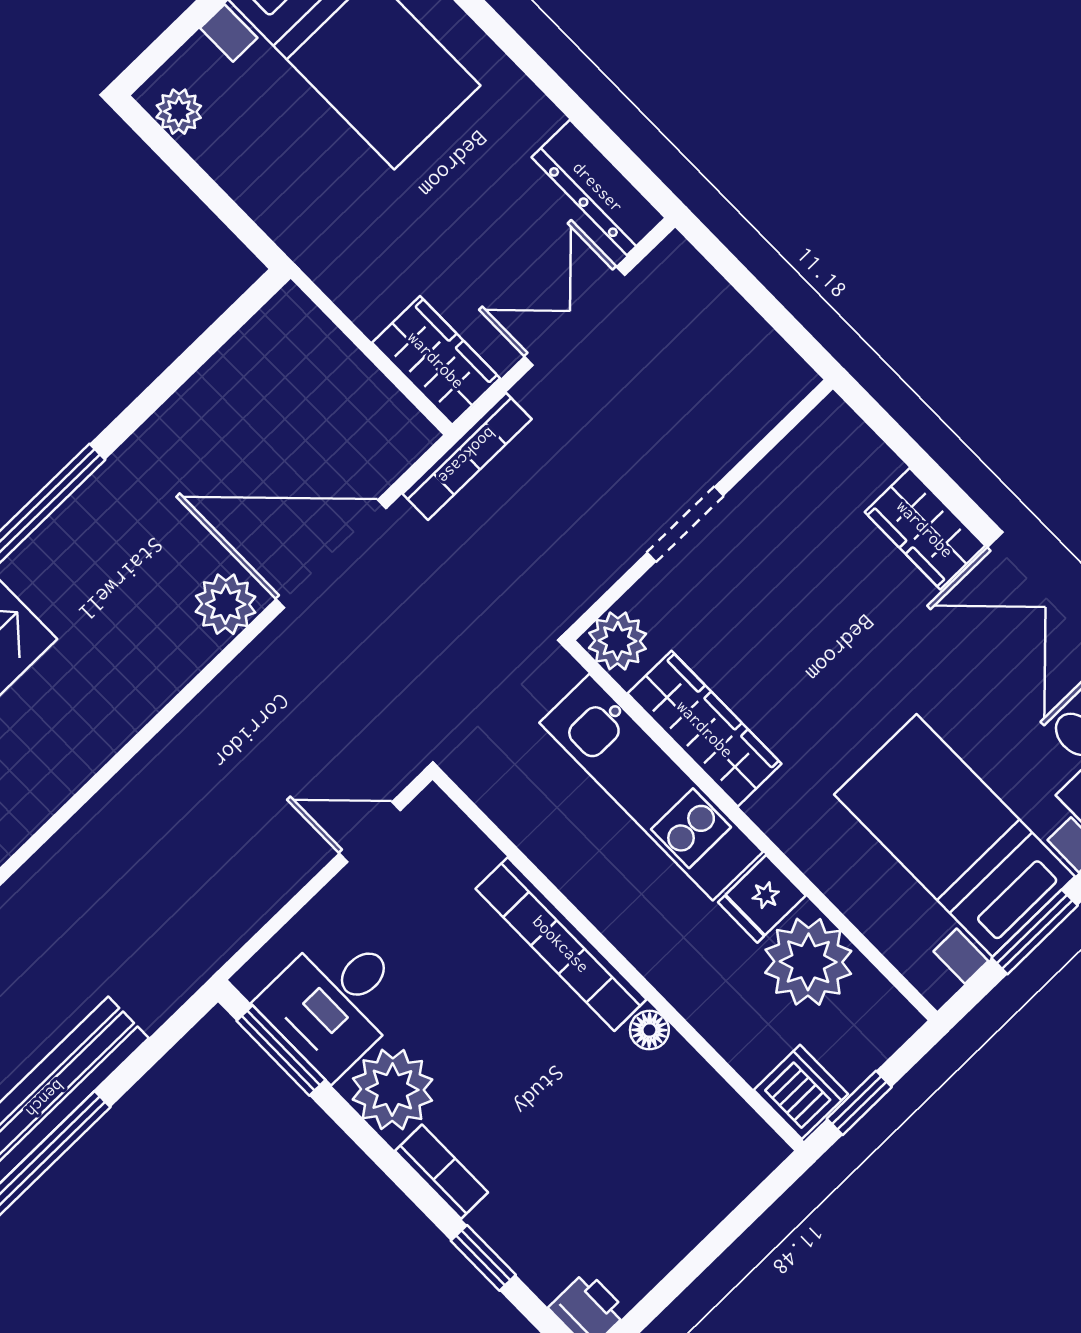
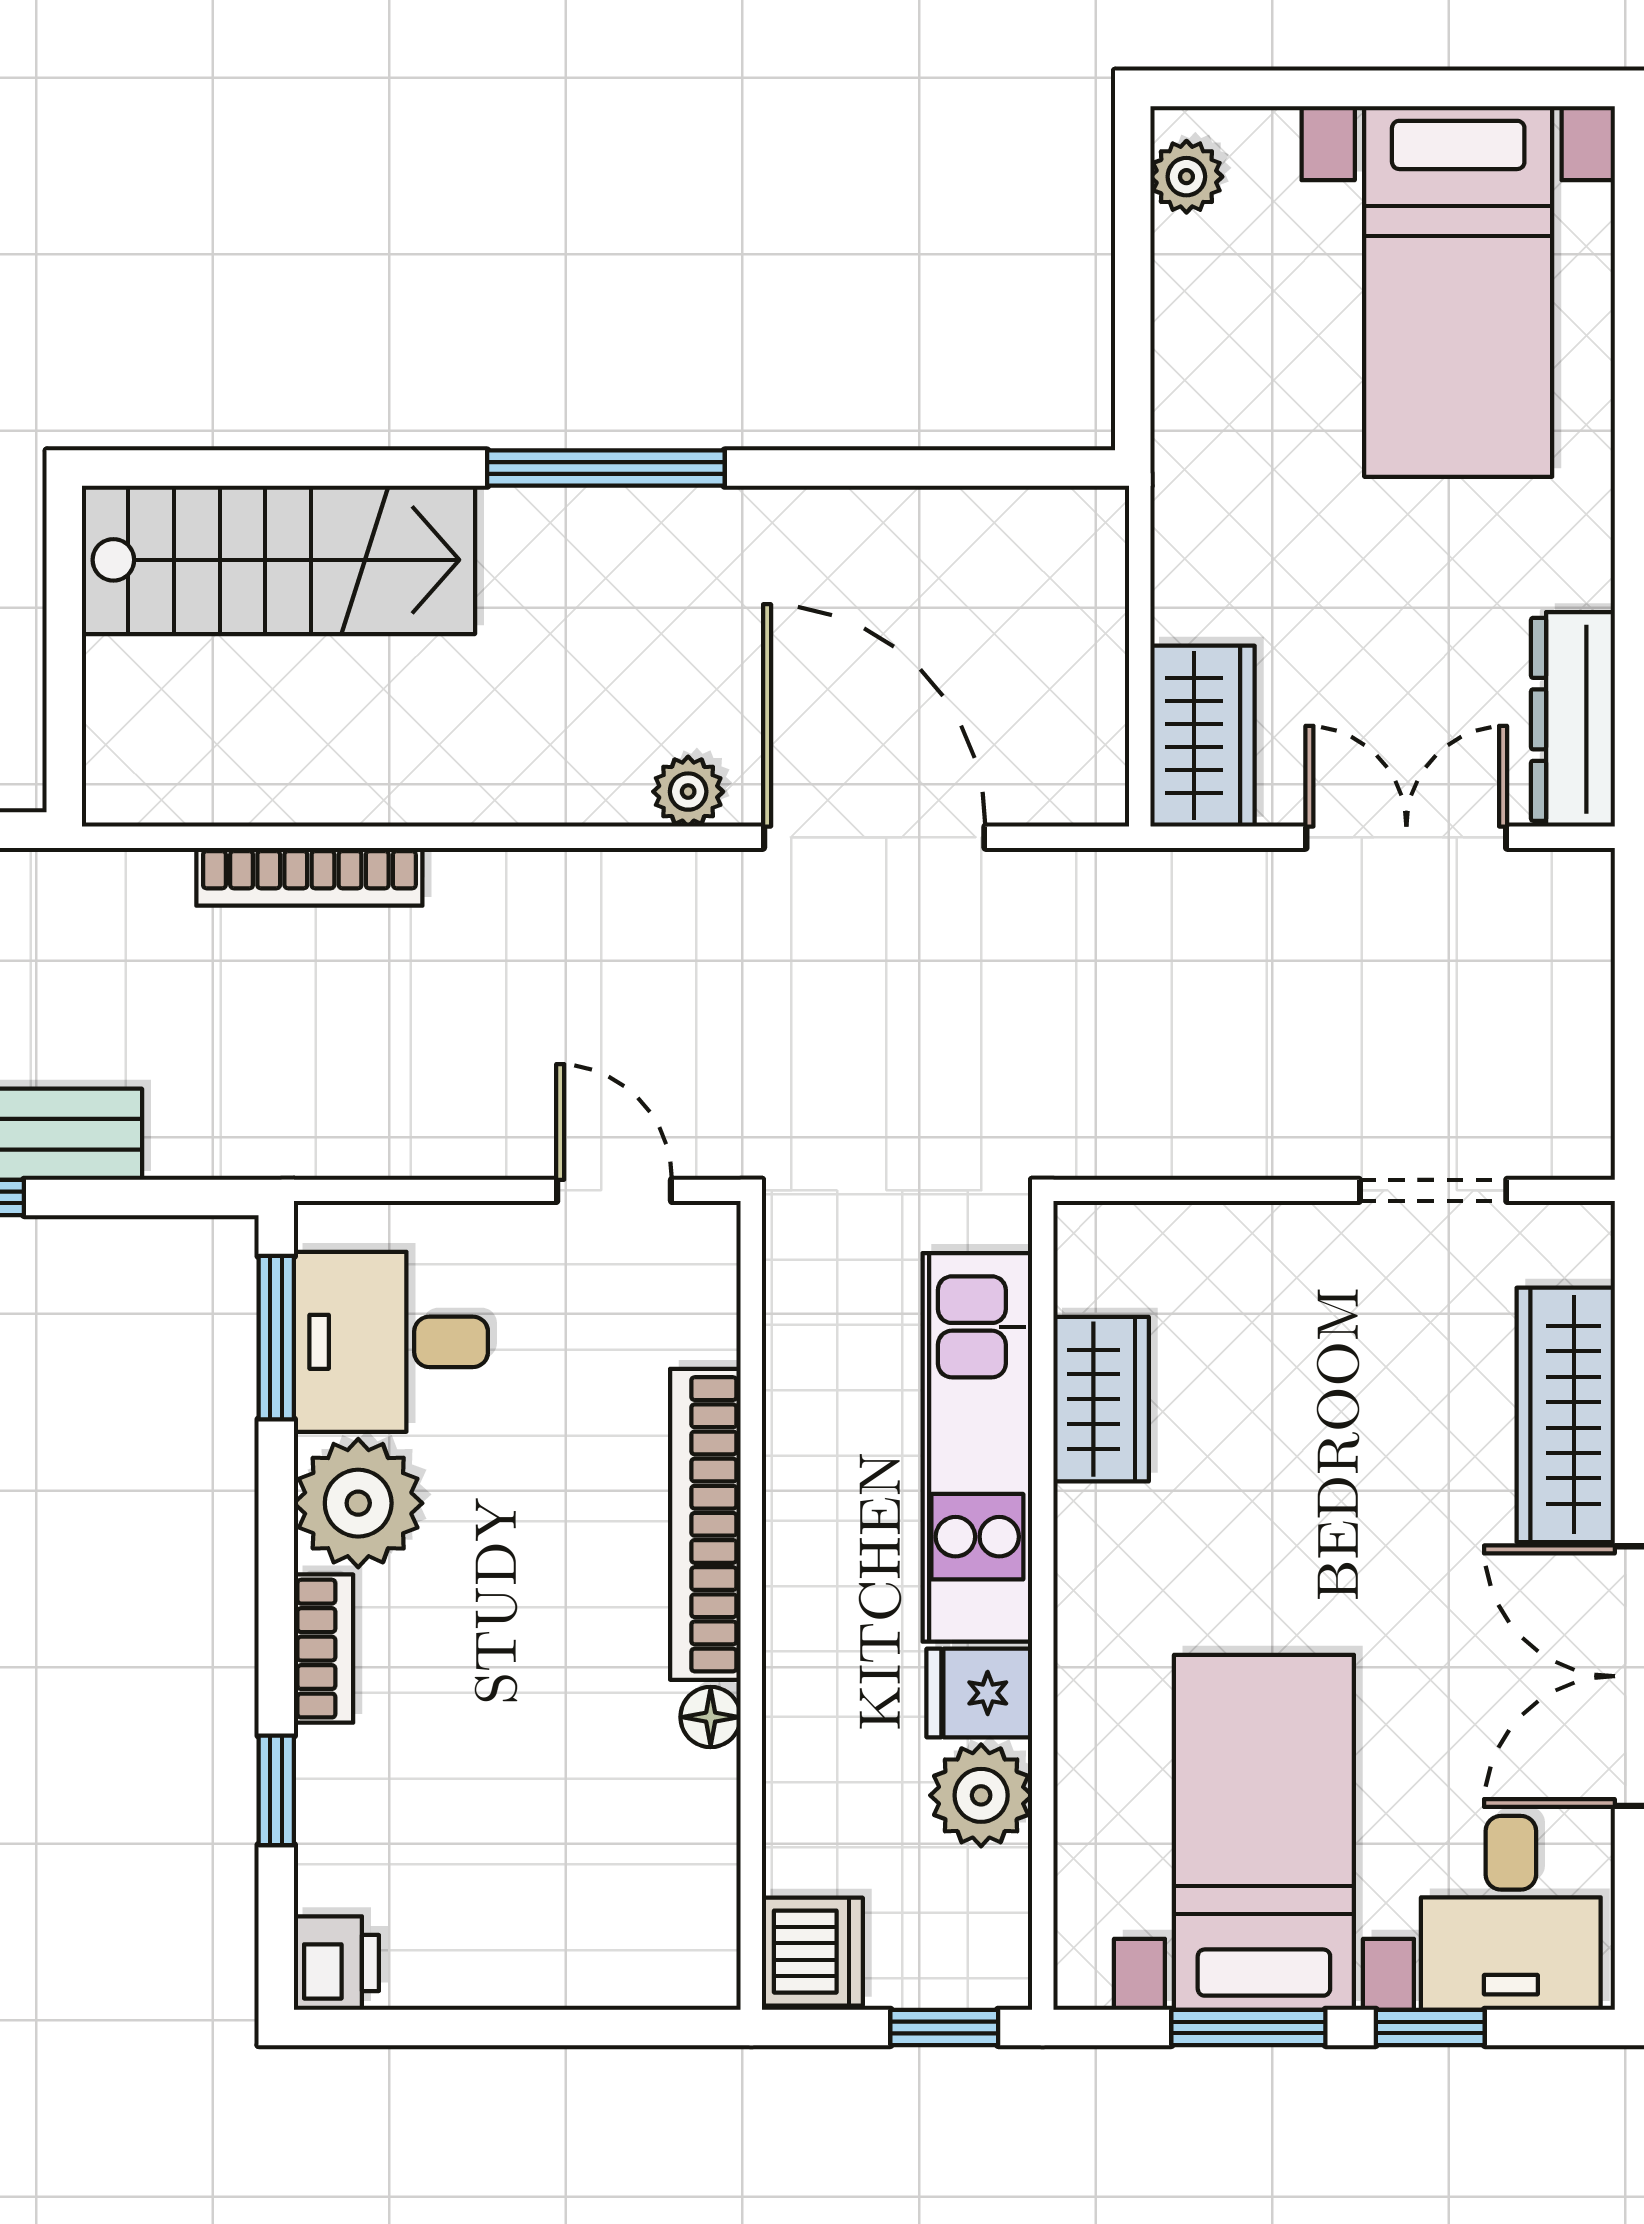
bookcase: (467, 456) -> (309, 877), moved
doorway: (685, 524) -> (1433, 1190), moved
wardrobe: (925, 529) -> (1566, 1415), width x1.50
plant: (226, 604) -> (688, 792), width x0.73, depth x0.73
plant: (618, 641) -> (1099, 1247), removed
wardrobe: (705, 729) -> (1101, 1399), width x0.67
plant: (808, 962) -> (981, 1795), width x0.73, depth x0.73
window: (859, 1103) -> (944, 2027), moved

